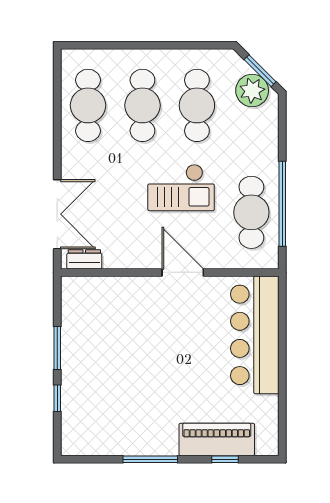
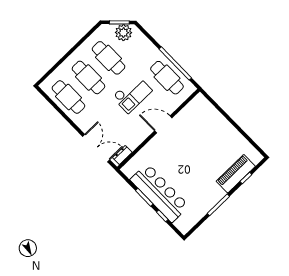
bar counter: (255, 335) -> (160, 193), moved, turned 180

